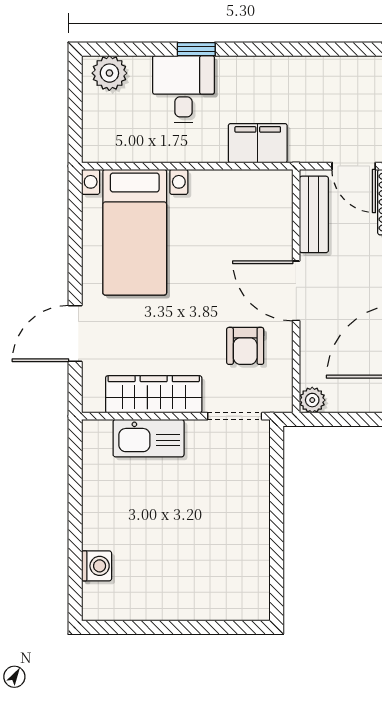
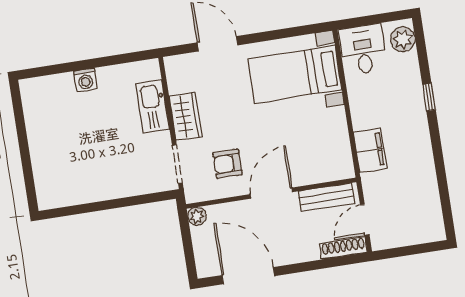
desk: (183, 89) -> (363, 49), moved, turned -90
wardrobe: (154, 394) -> (185, 116), width x0.67
washing machine: (97, 566) -> (85, 80), moved

